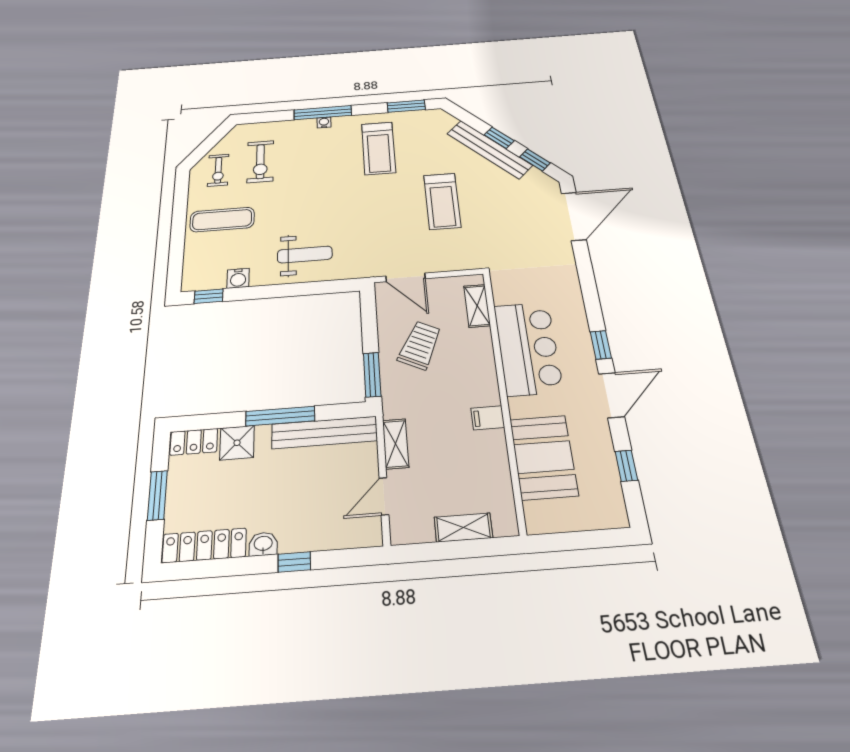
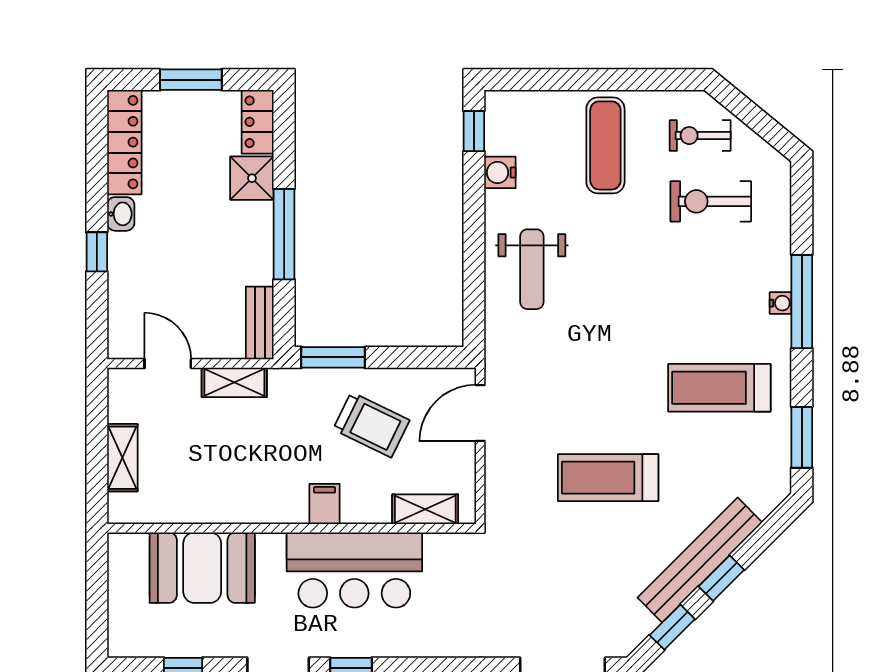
filing cabinet: (488, 418) -> (325, 504), moved
bench: (324, 432) -> (260, 323), width x0.54, depth x0.82

